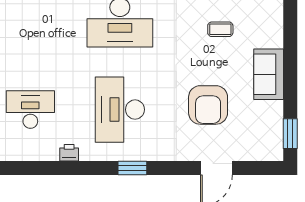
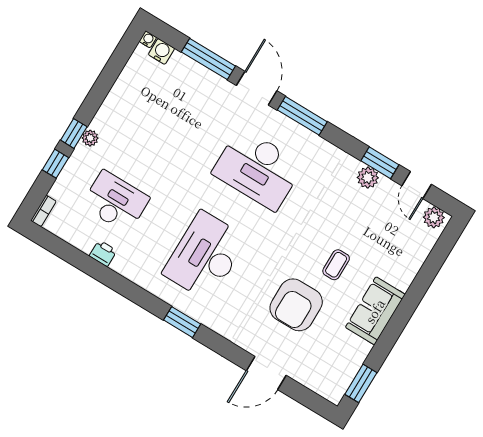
coffee table: (220, 29) -> (336, 265), moved, turned 90
printer: (69, 153) -> (103, 253), moved

